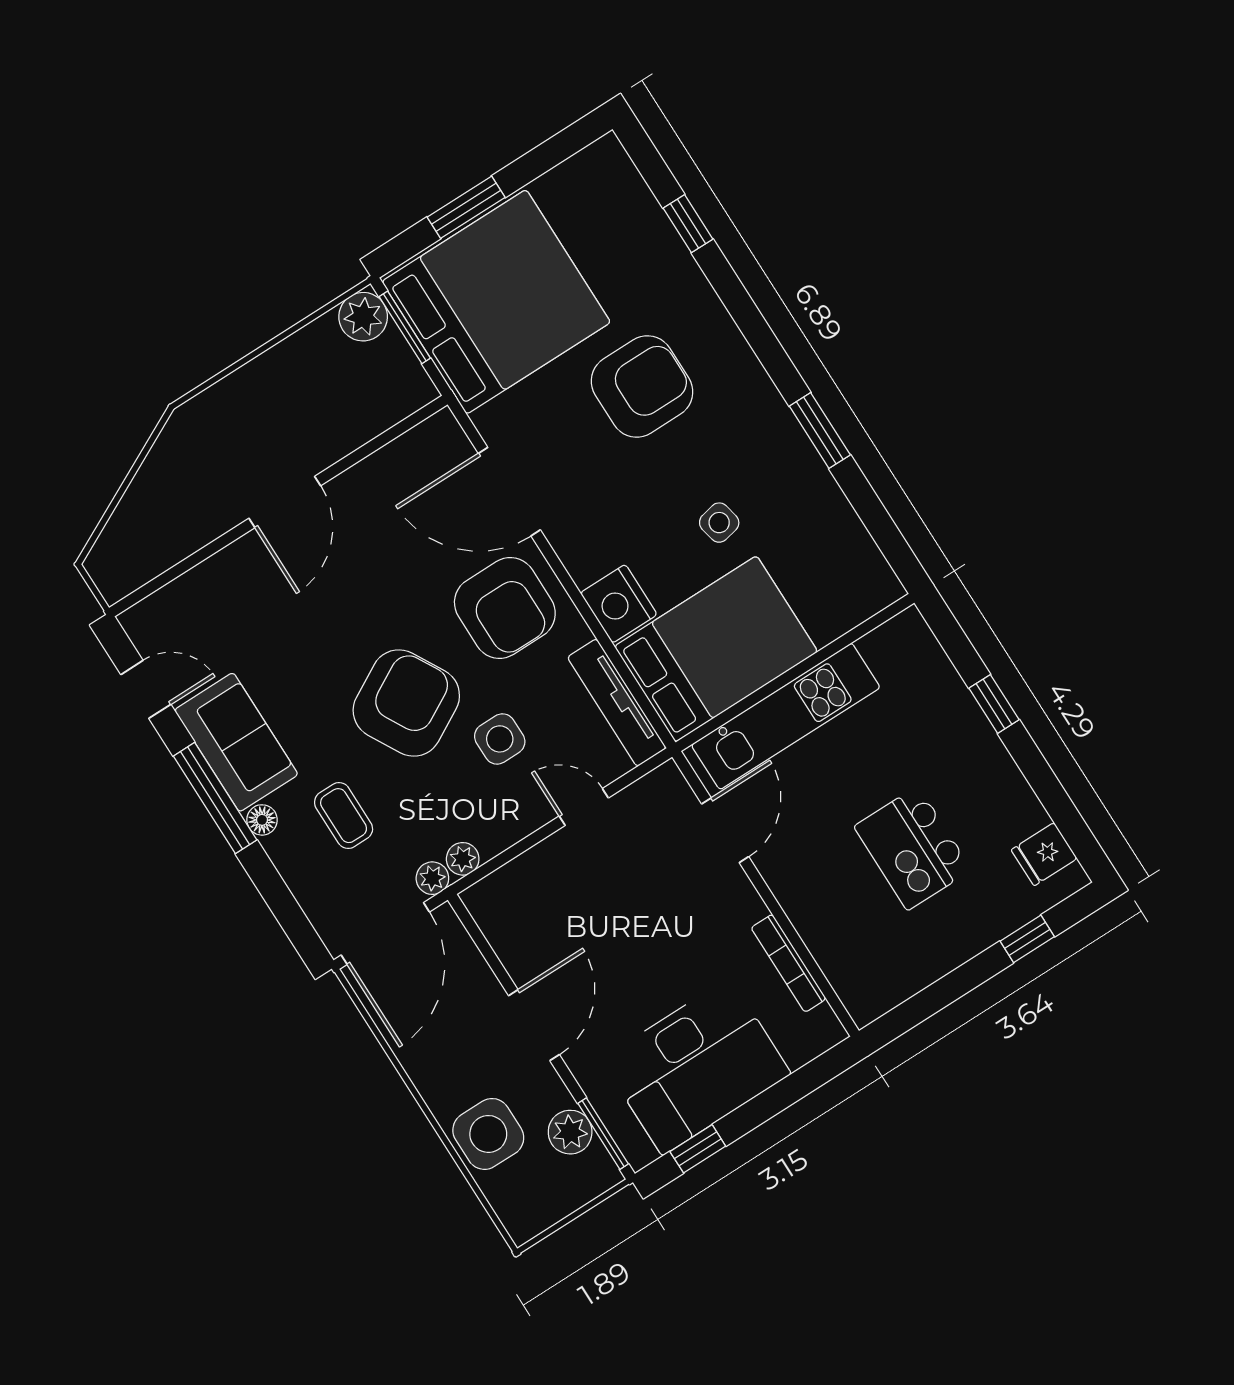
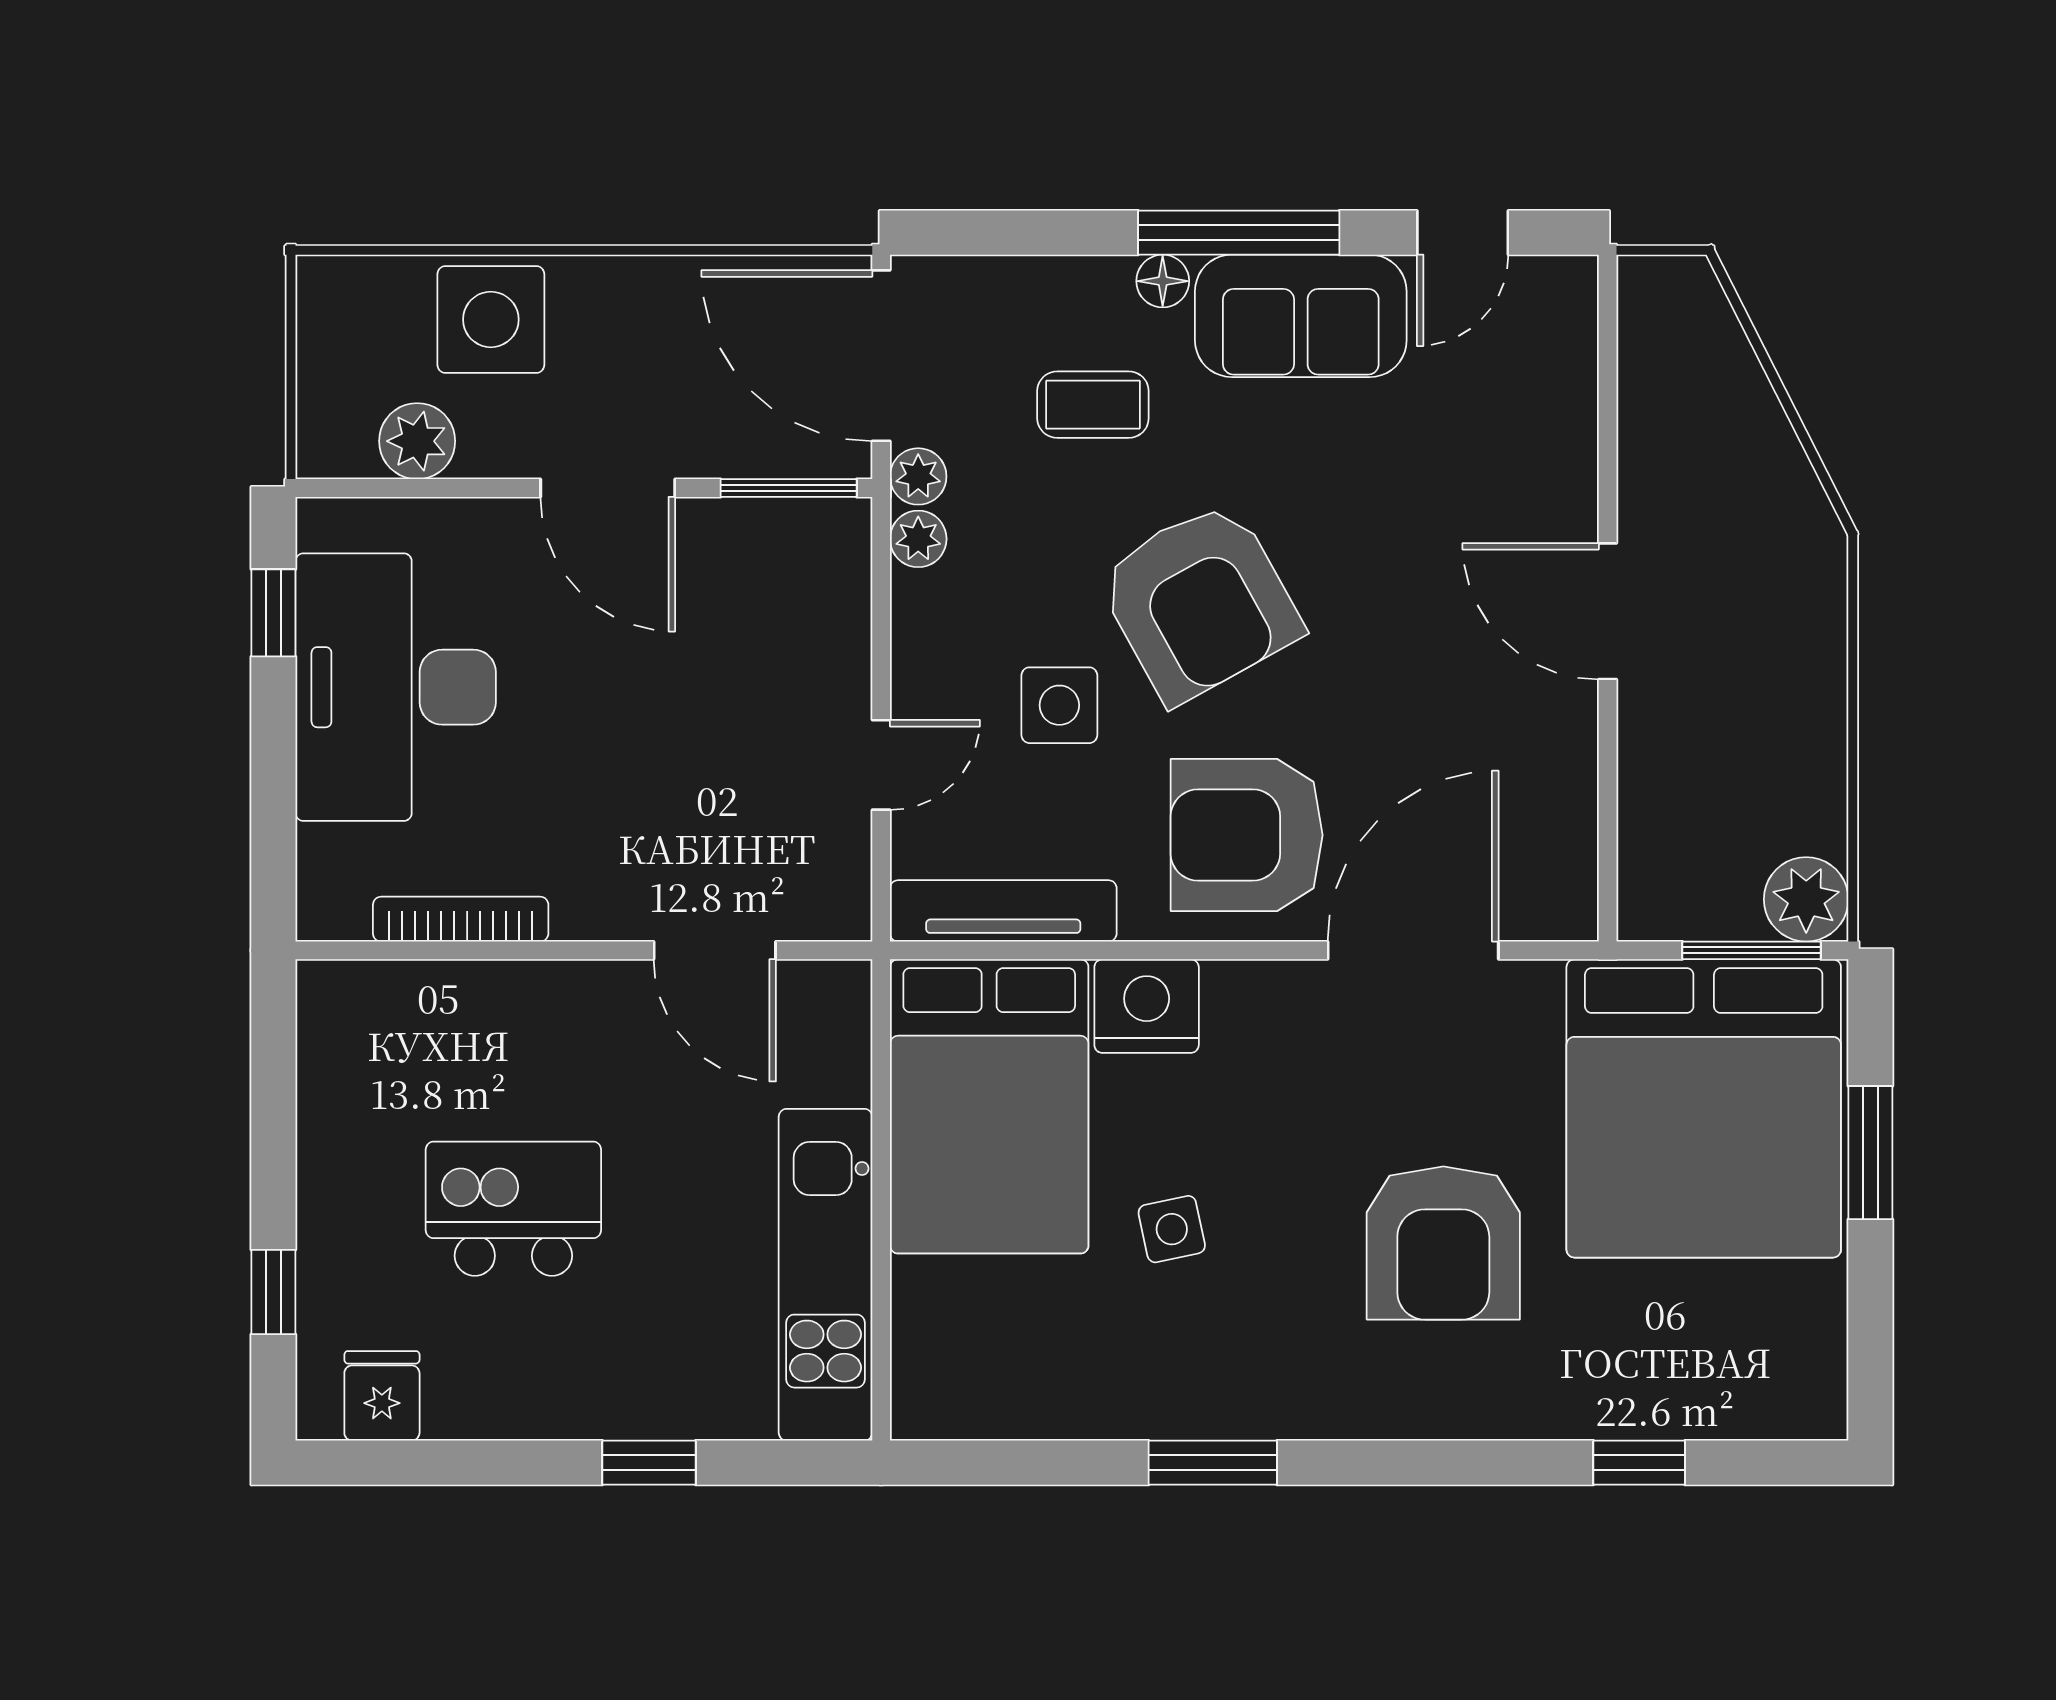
kitchen unit: (786, 716) -> (826, 1275), moved
window: (603, 1134) -> (789, 488), moved

